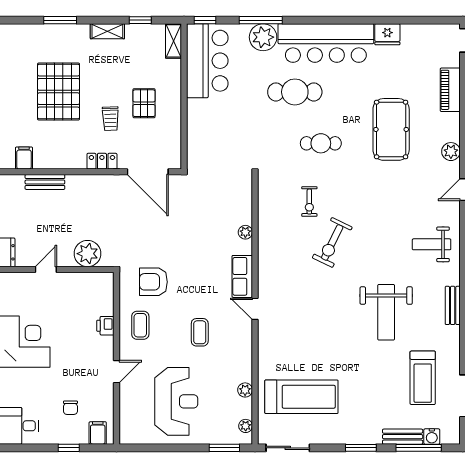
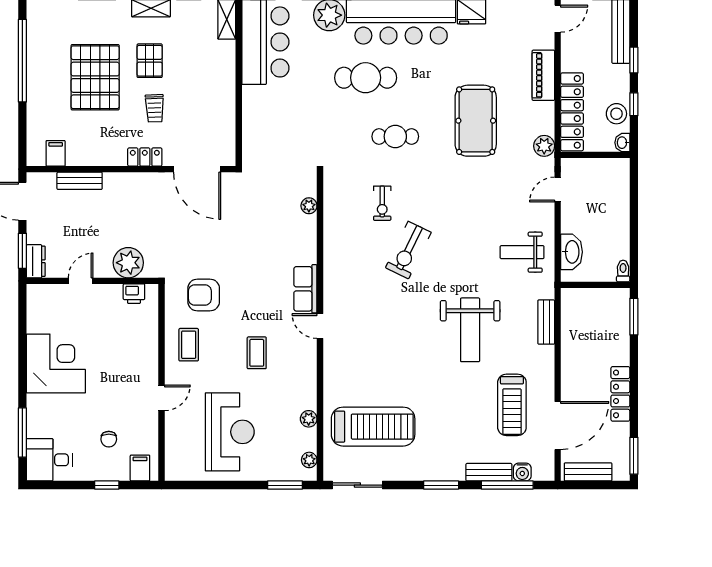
pallet: (144, 103) -> (150, 61), moved
plant: (245, 232) -> (309, 206), moved
printer: (105, 326) -> (134, 294), moved, turned -90

